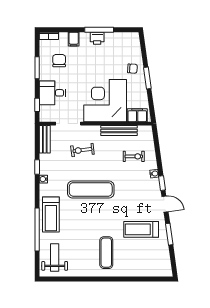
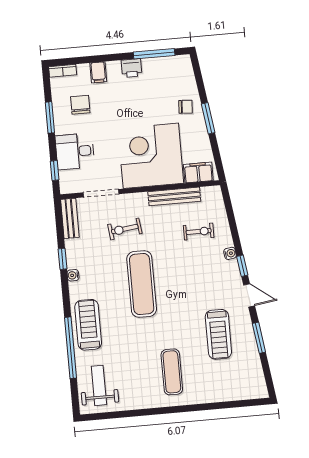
window: (99, 30) -> (154, 54), moved
exercise mat: (91, 189) -> (142, 284), turned 90
treadmill: (51, 215) -> (88, 325), turned 180
treadmill: (141, 229) -> (218, 334), turned -90

